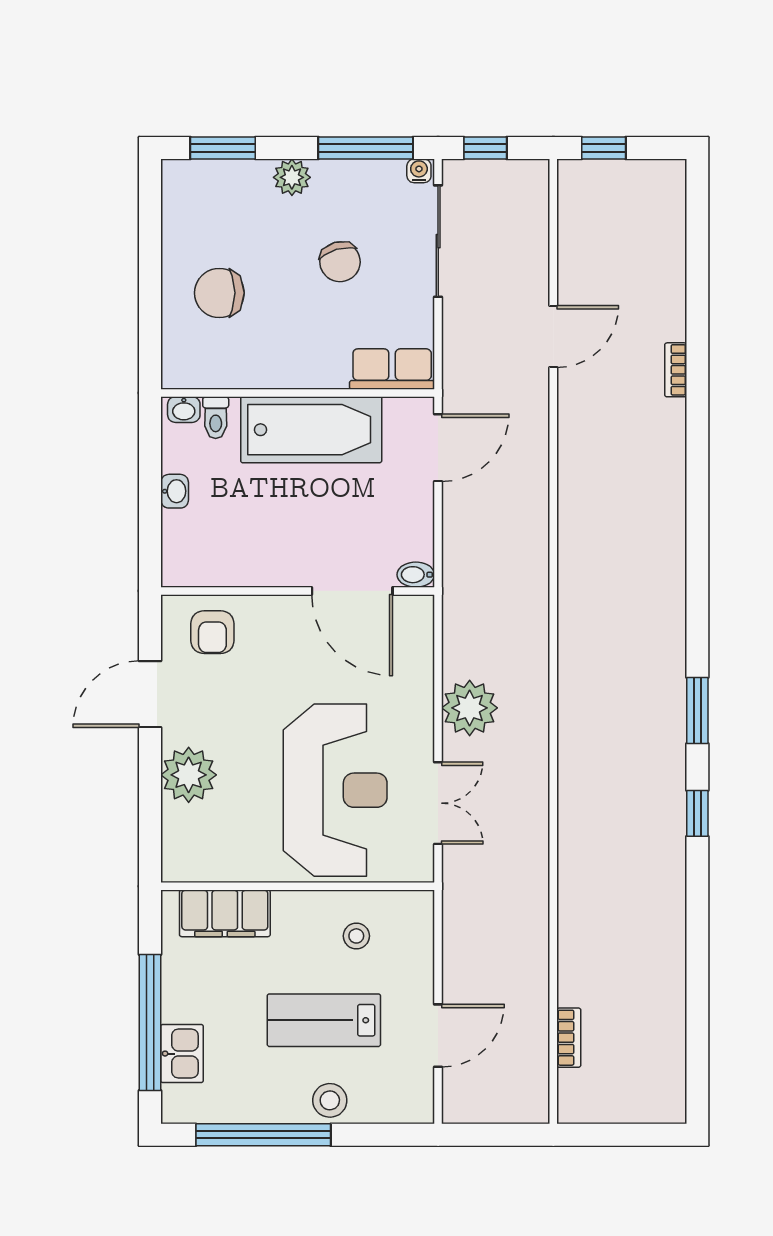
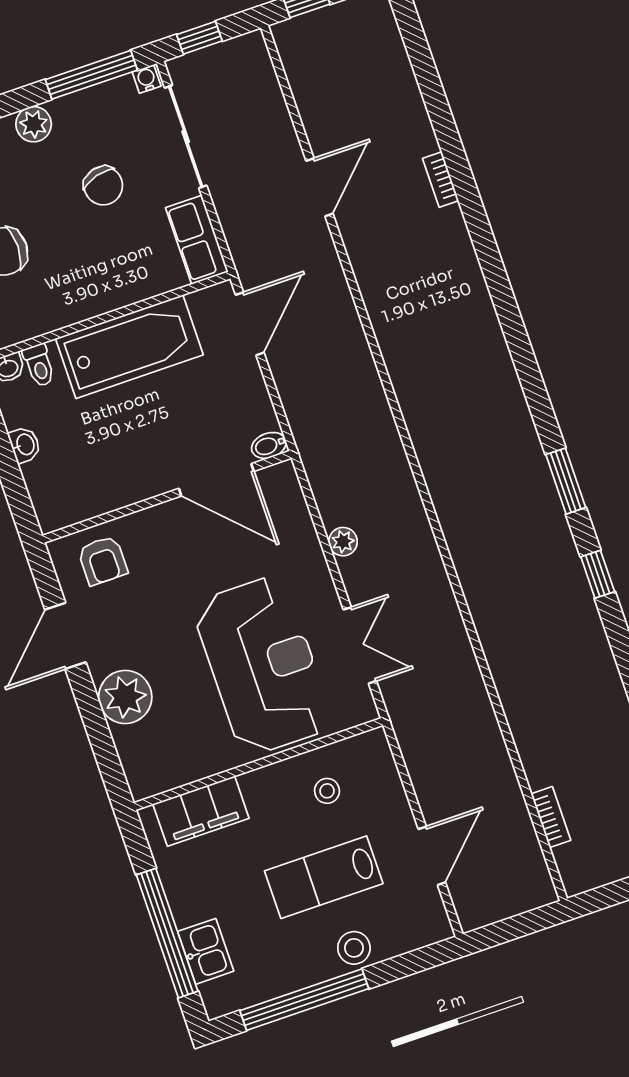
row of seats: (392, 369) -> (197, 240), moved, turned -90
plant: (470, 708) -> (343, 542), width x0.53, depth x0.53

